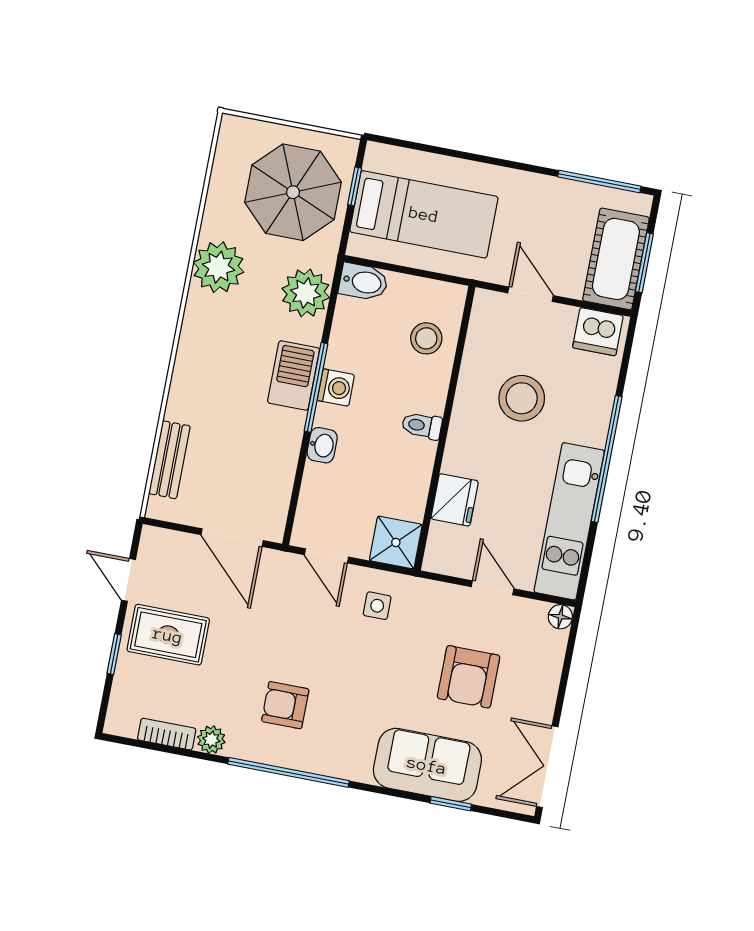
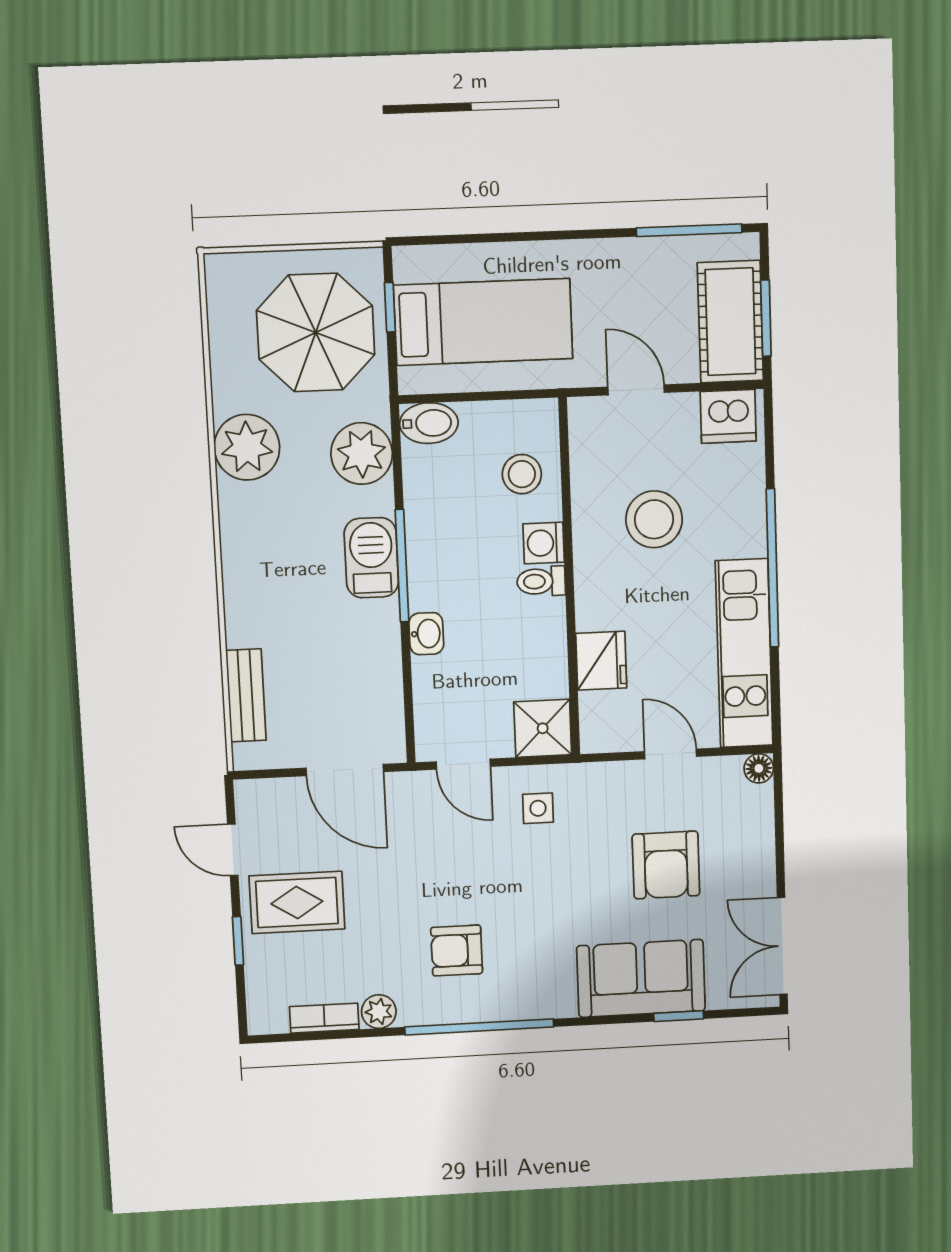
washing machine: (336, 388) -> (544, 543), moved, turned 180

